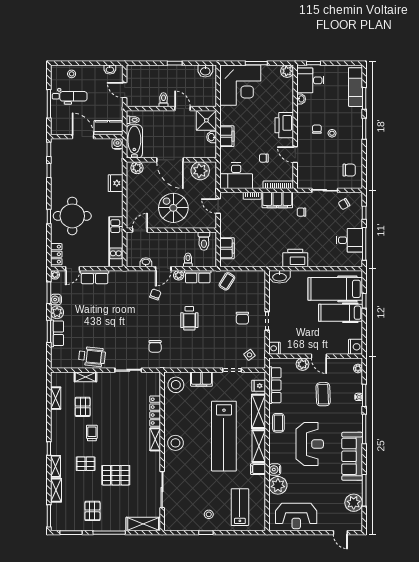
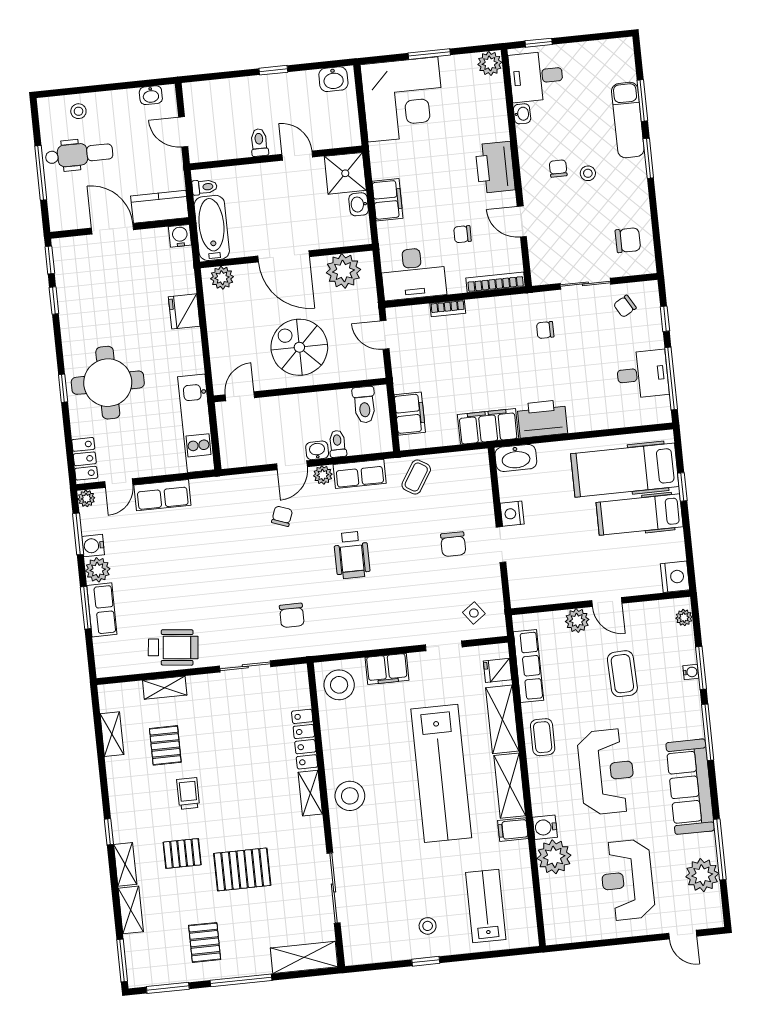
exam couch: (356, 87) -> (628, 120), moved
filing cabinet: (277, 200) -> (488, 426), moved, turned 180
washbasin: (146, 262) -> (317, 450), moved
nightstand: (275, 348) -> (512, 514), moved
reception desk: (296, 516) -> (627, 880), moved, turned 90

